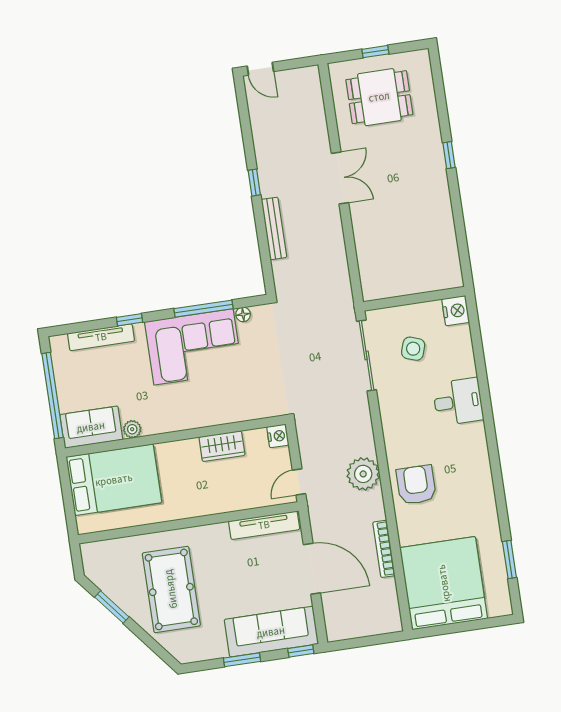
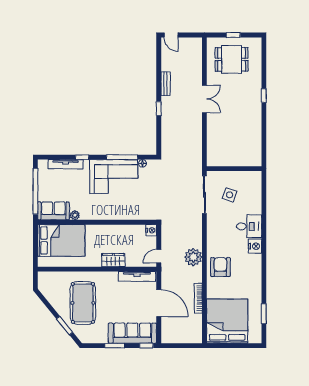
window: (254, 183) -> (159, 109), moved
bench: (274, 228) -> (166, 84), moved, width x0.73
nightstand: (456, 311) -> (255, 246), moved
wardrobe: (222, 446) -> (113, 260), moved, turned 180
window: (112, 607) -> (65, 326), moved

